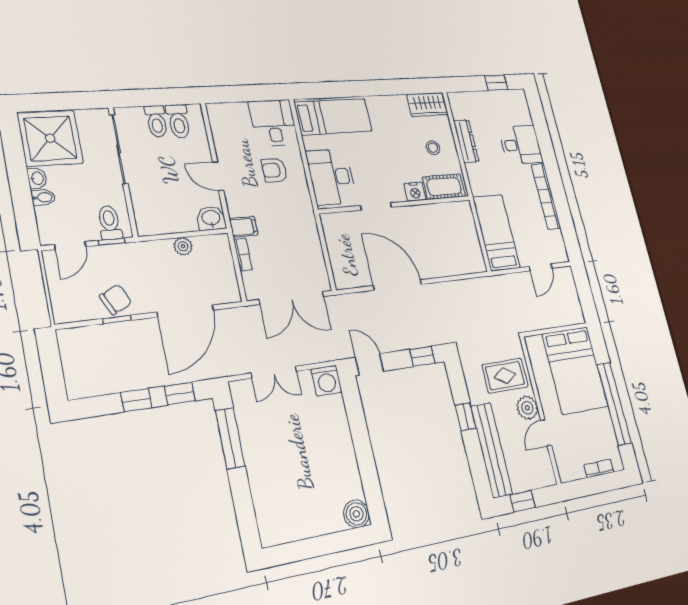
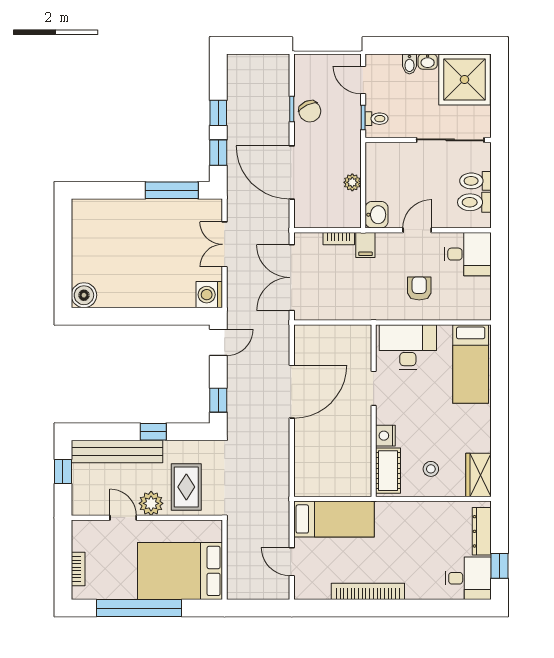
desk: (273, 123) -> (468, 254), moved
dresser: (466, 141) -> (482, 531), moved, turned 90
desk: (521, 145) -> (468, 578), moved, turned -90
toilet: (109, 223) -> (377, 119), width x0.73, depth x0.72

